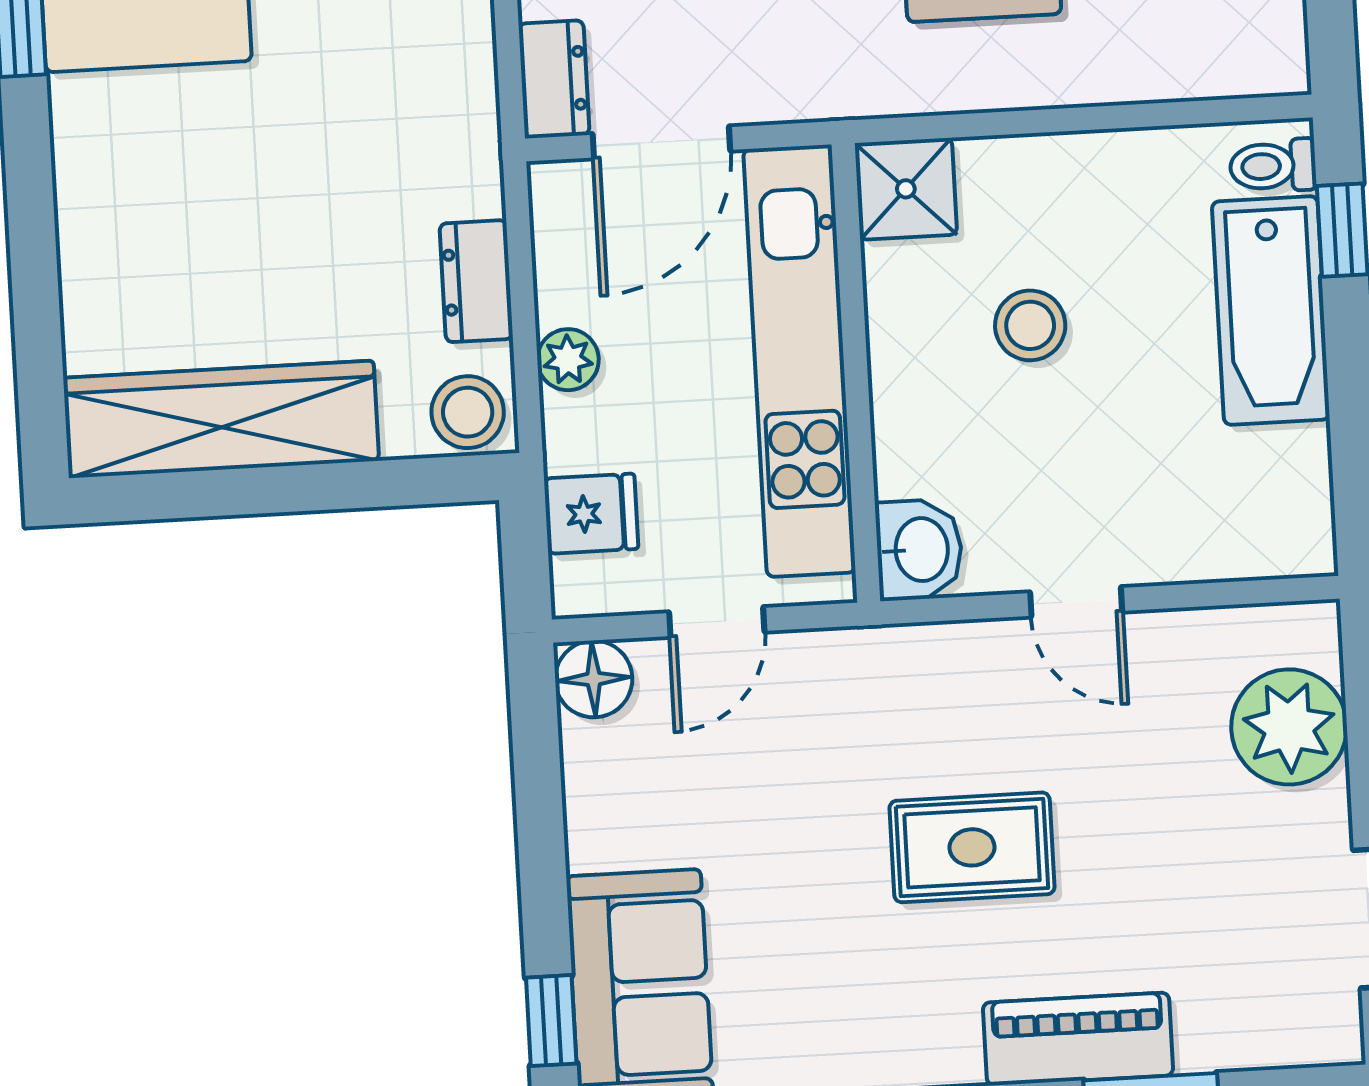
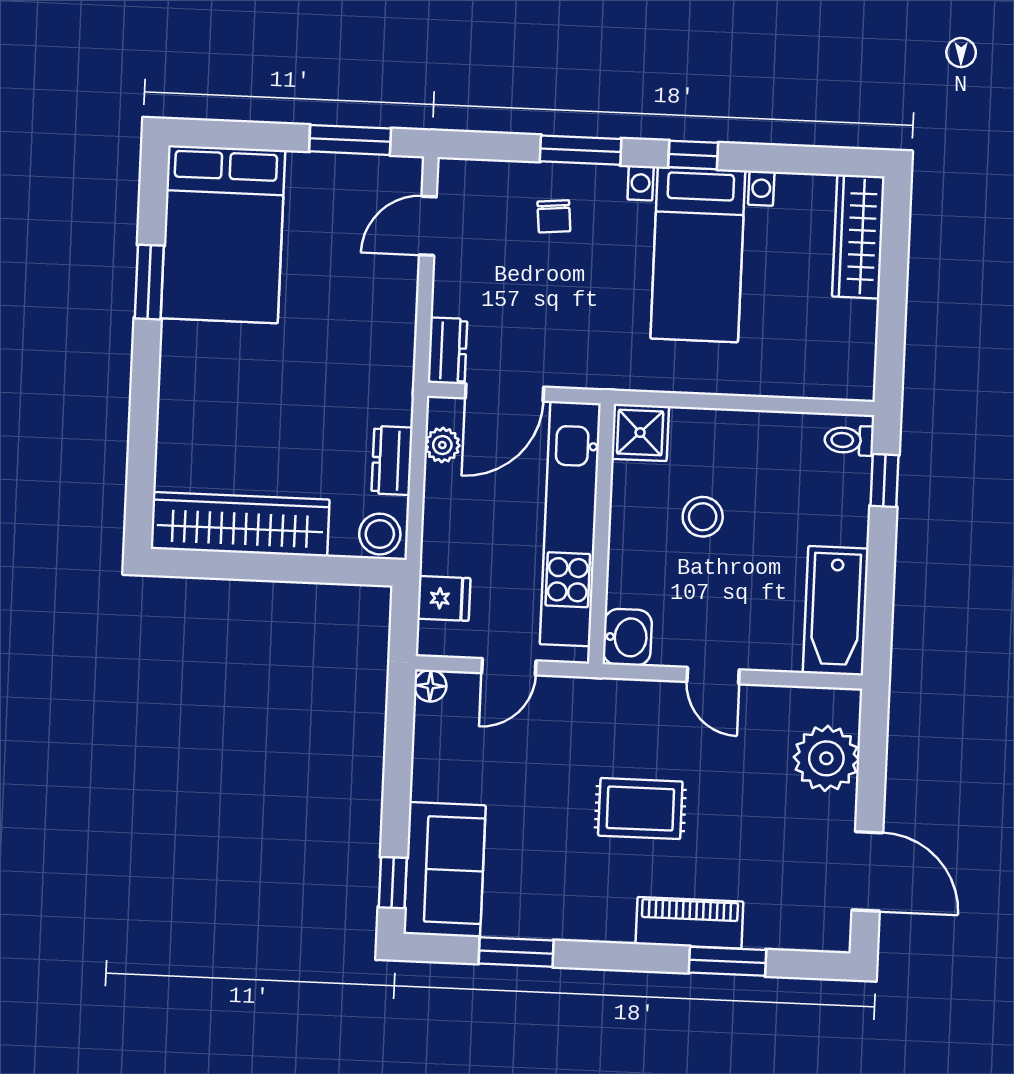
bathtub: (1271, 310) -> (836, 611), moved
plant: (568, 360) -> (442, 445), moved
floor lamp: (594, 679) -> (430, 686), width x0.73, depth x0.73

